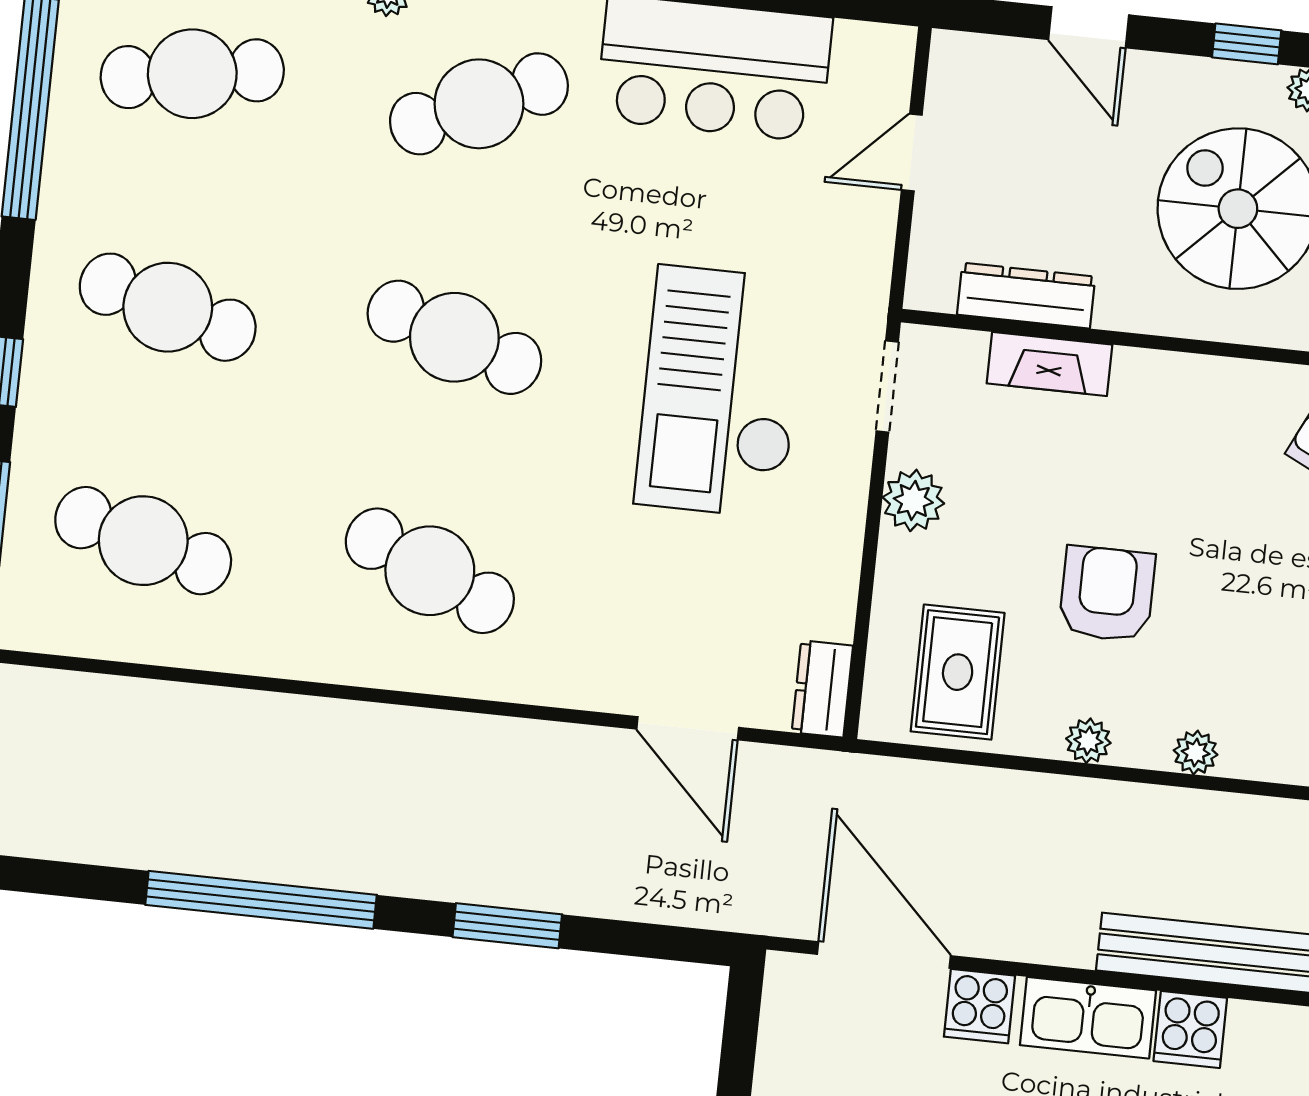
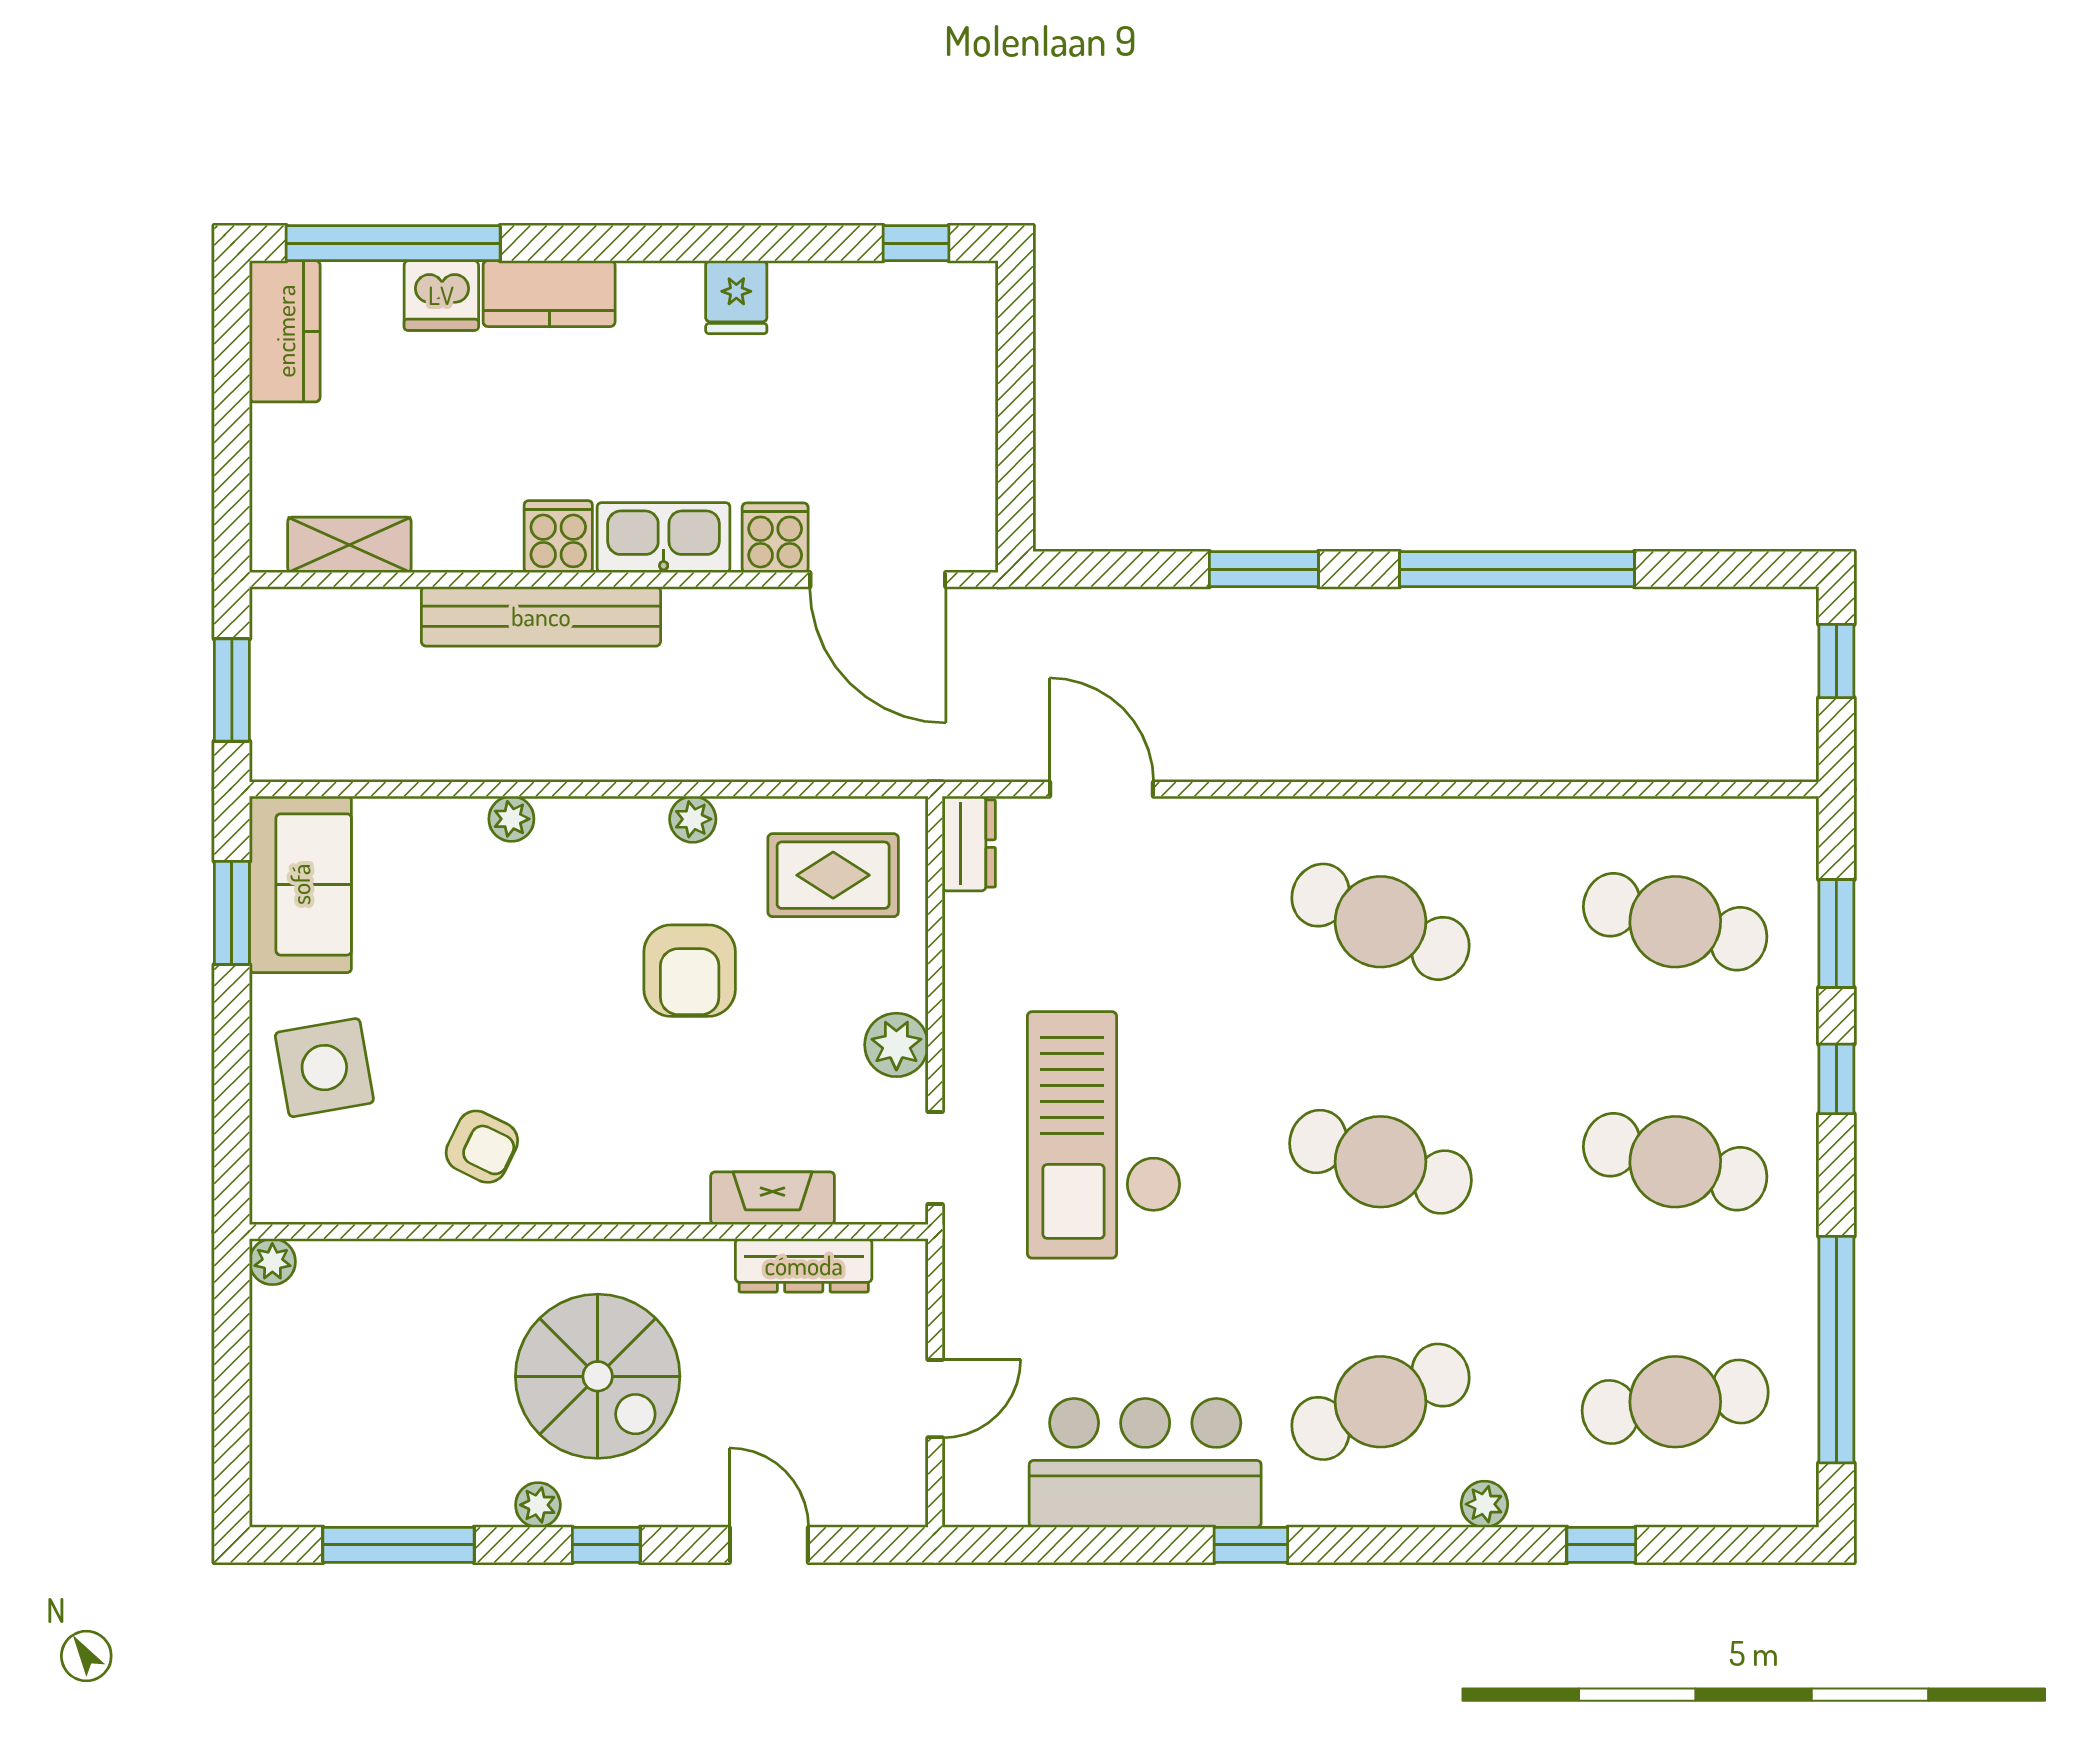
checkout: (720, 392) -> (1104, 1135), turned 180
rug: (958, 672) -> (833, 875), turned 90
plant: (1196, 753) -> (511, 819), moved

